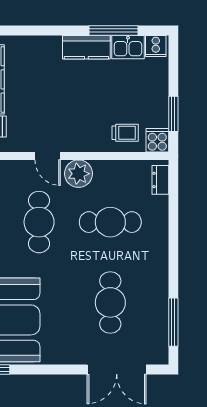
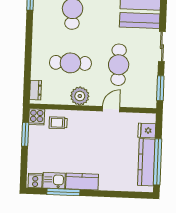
door: (48, 156) -> (111, 109), hinge flipped
plant: (78, 174) -> (80, 96), moved

